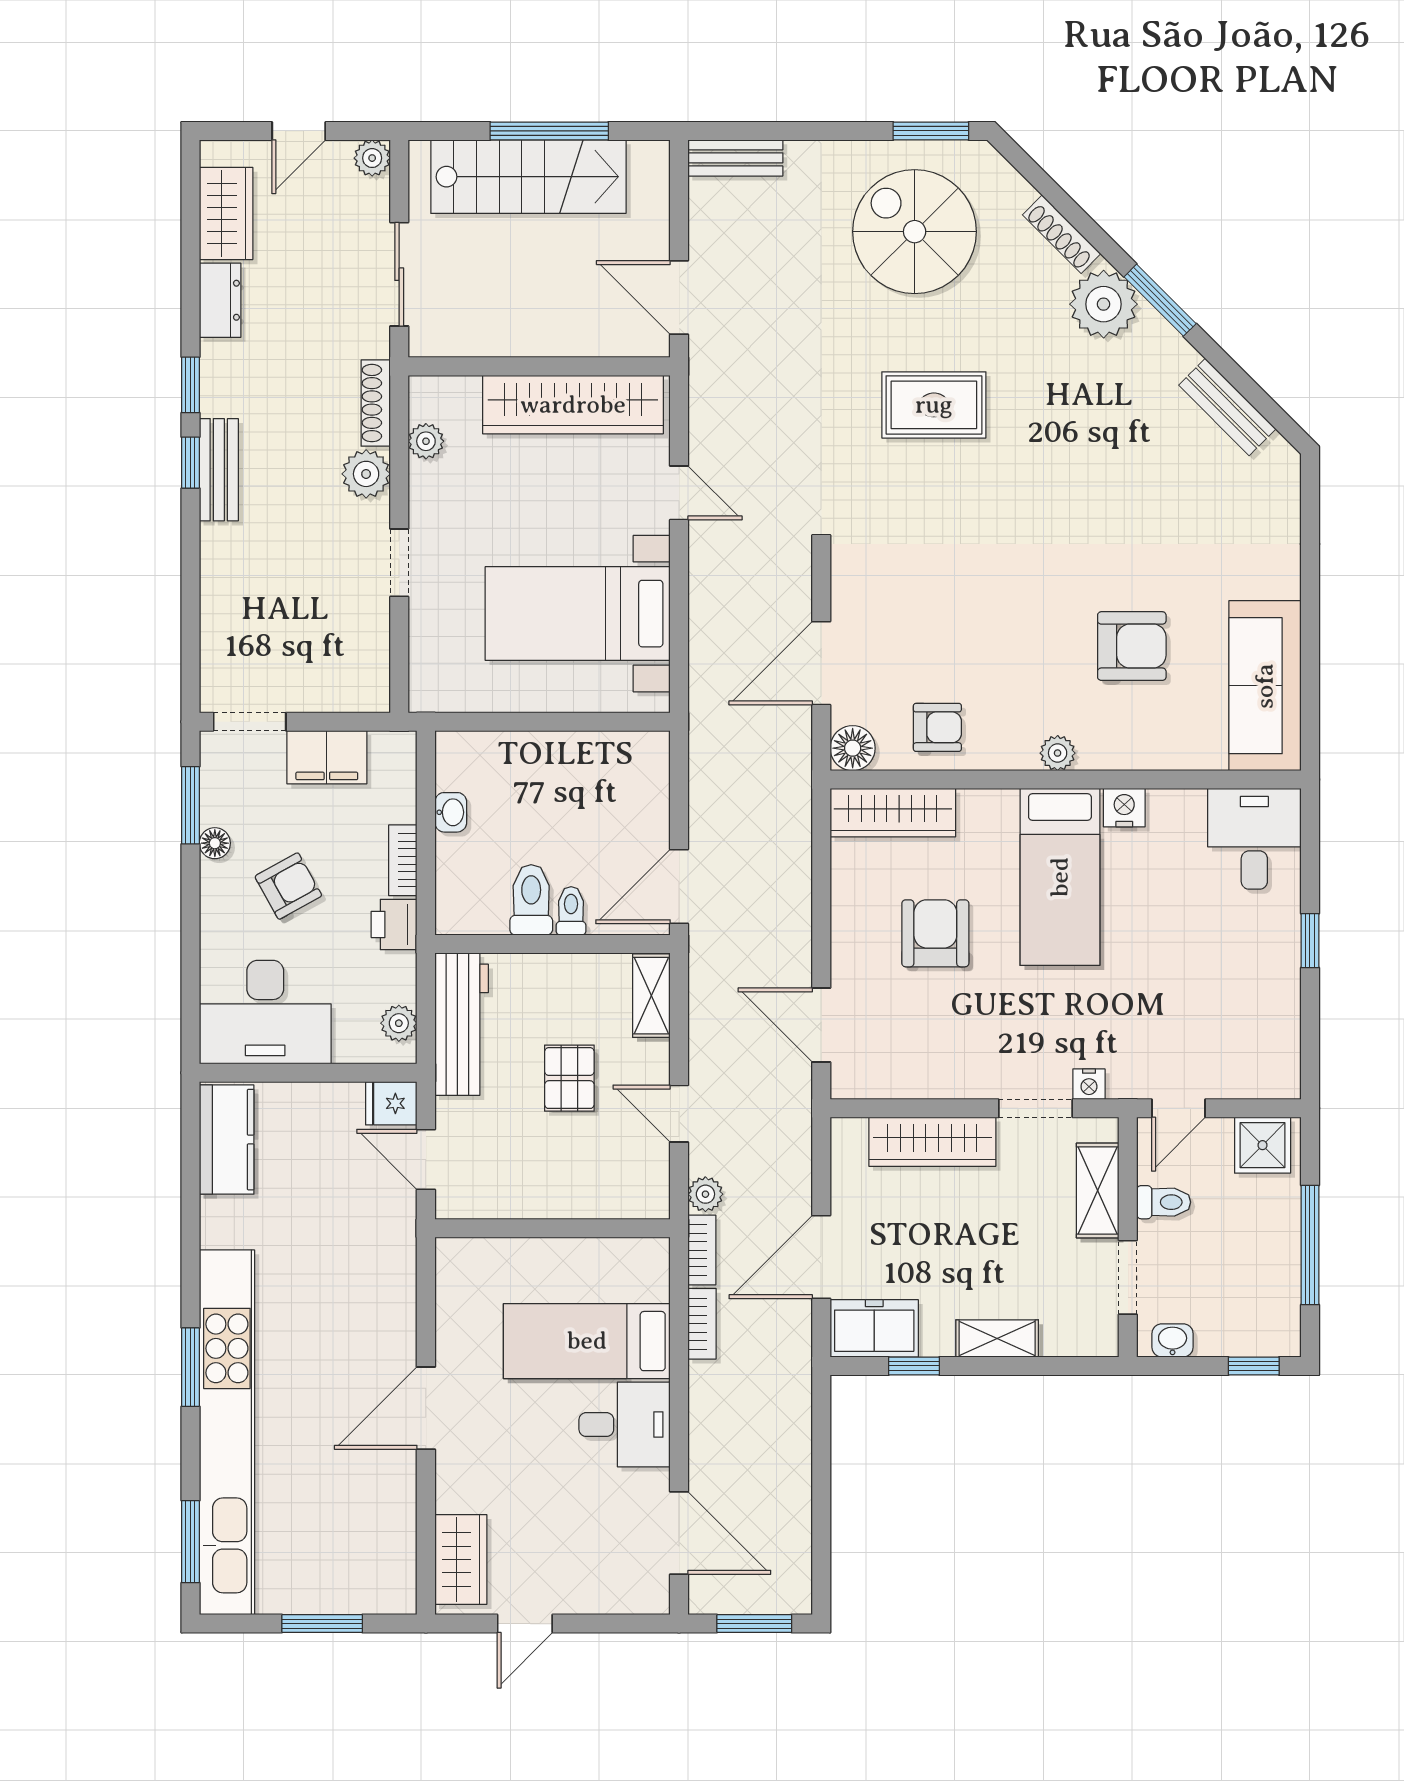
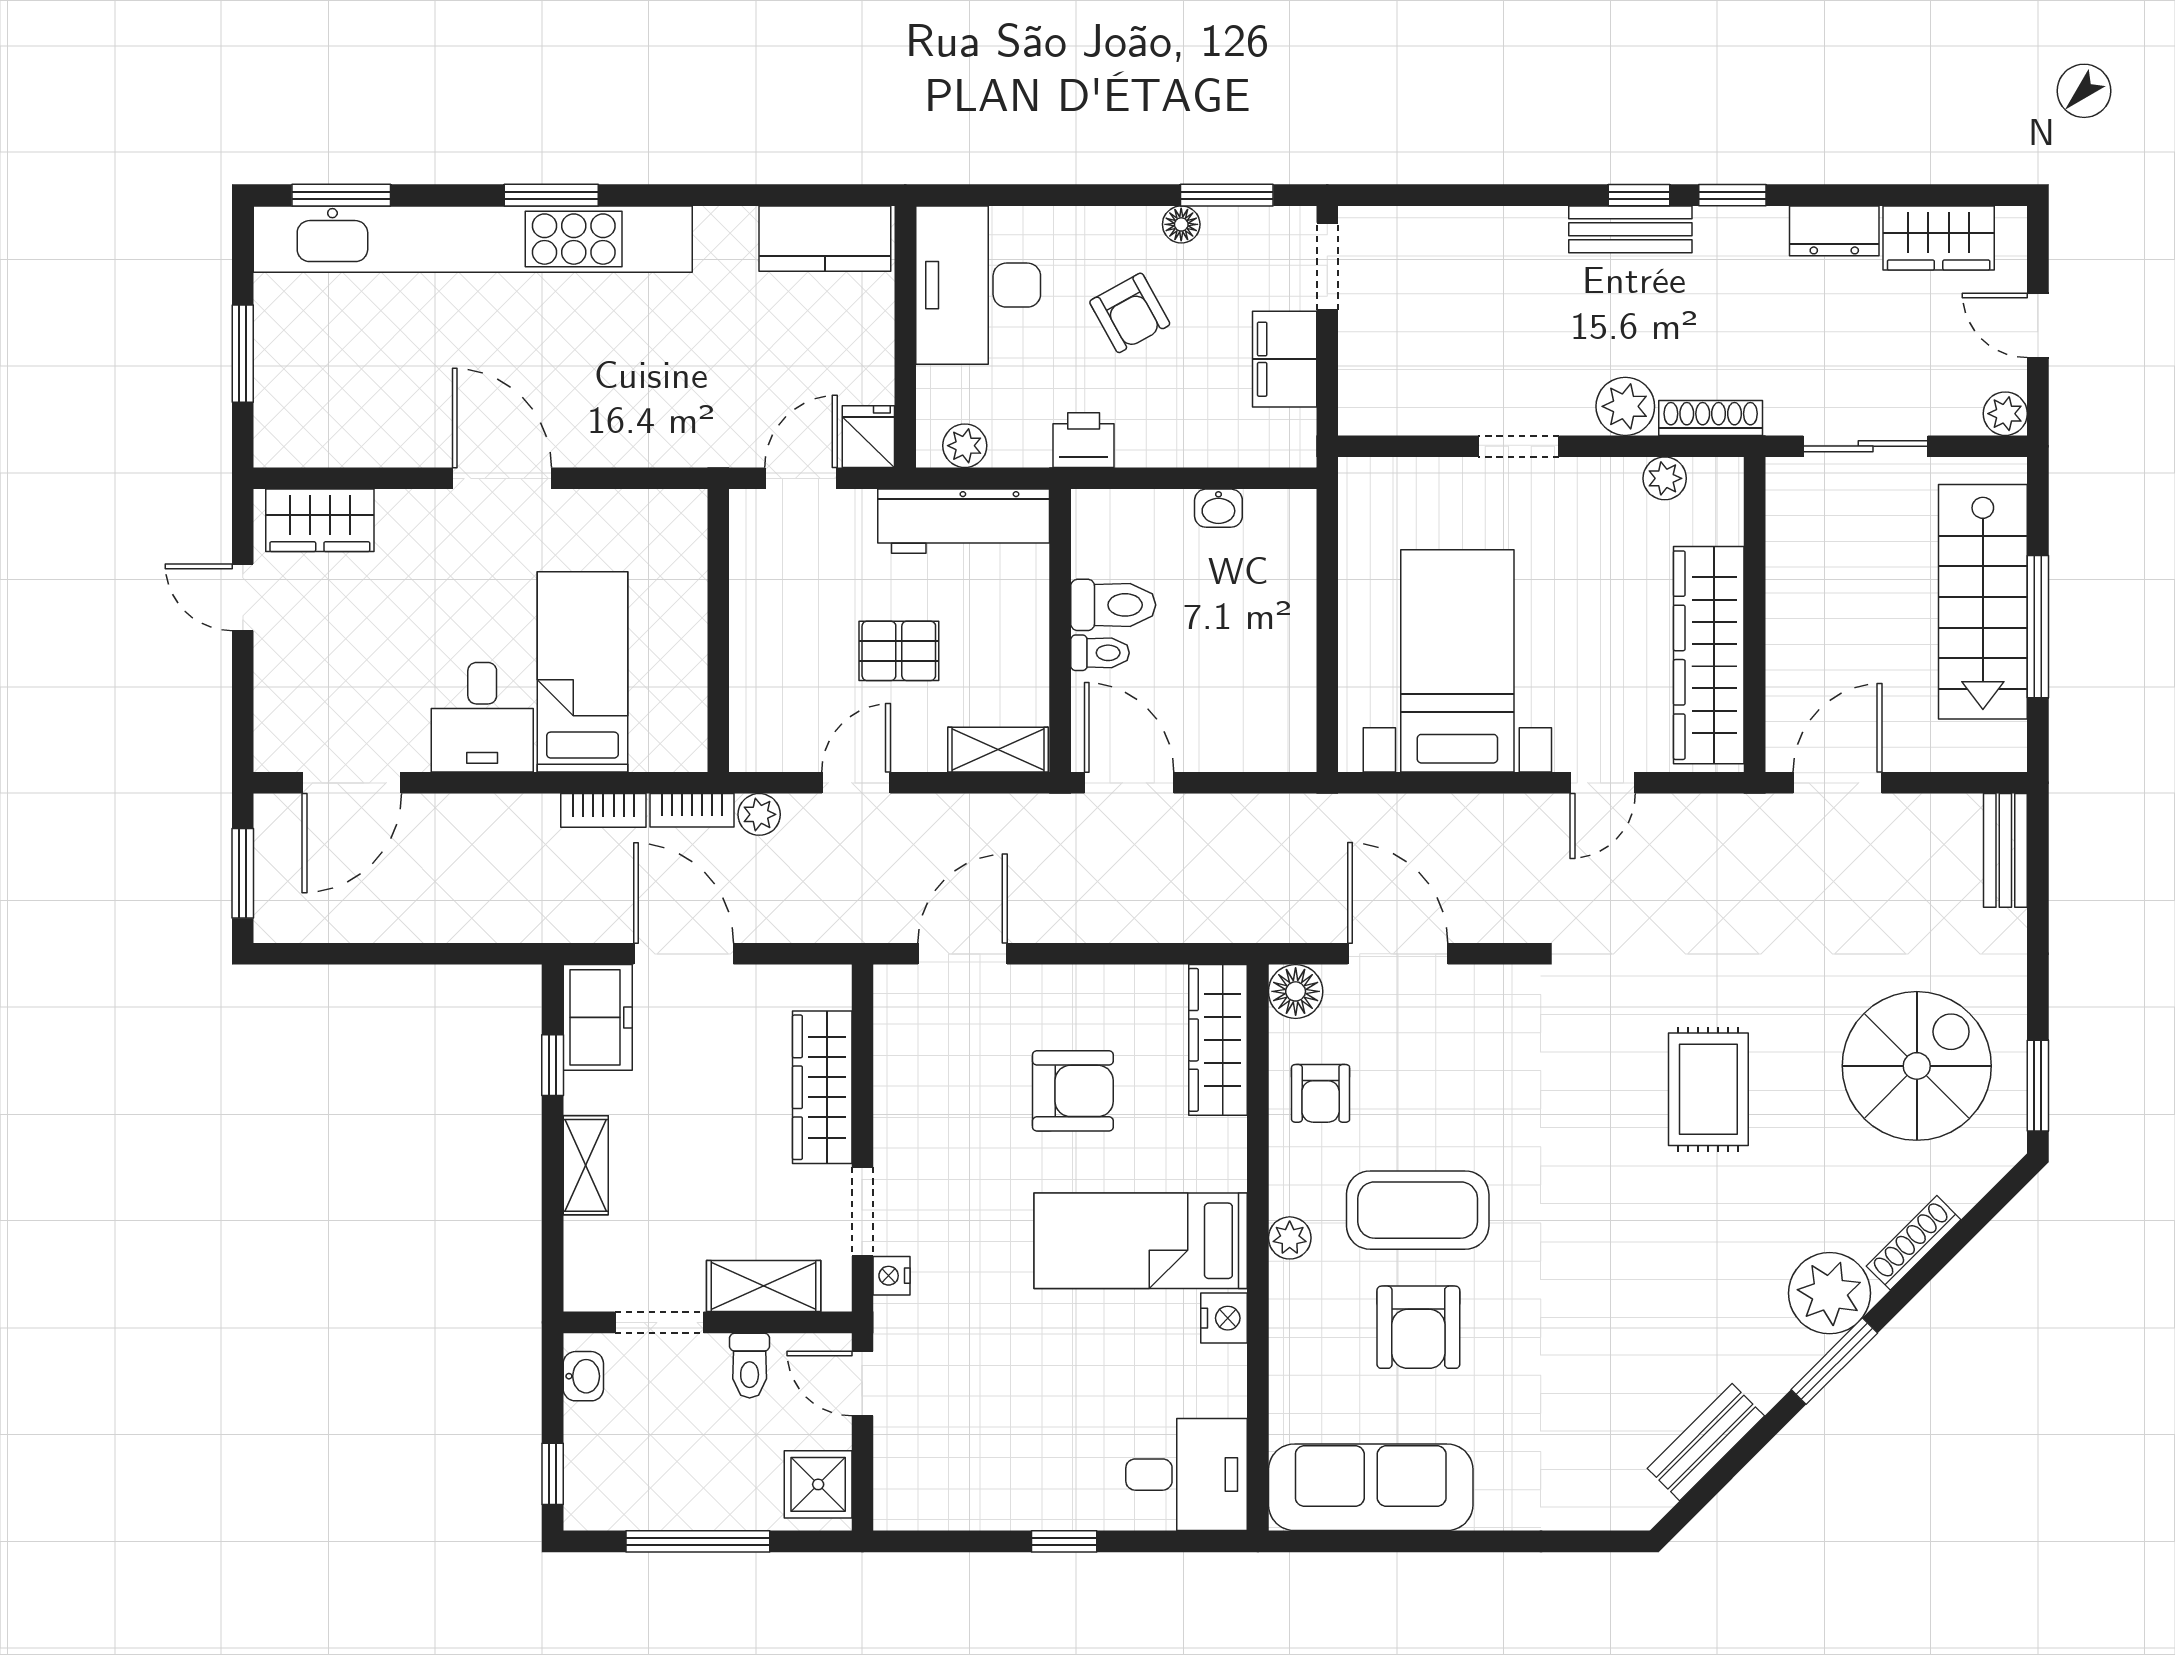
coffee table: (1034, 647) -> (1418, 1210), added
bookcase: (403, 860) -> (1161, 451), removed

